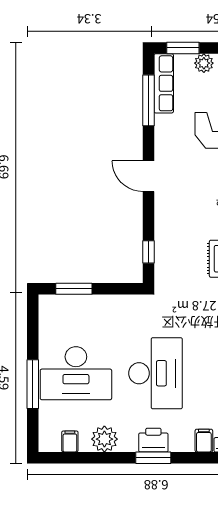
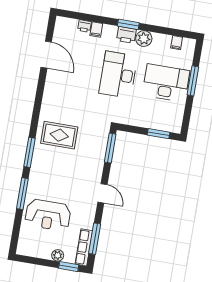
window: (148, 252) -> (110, 148), width x2.17
plant: (104, 439) -> (144, 39), moved

